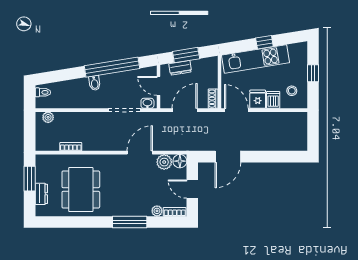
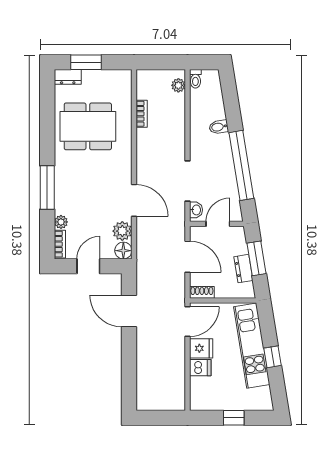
dresser: (180, 68) -> (243, 269), moved
bidet: (95, 83) -> (219, 127), moved
stool: (292, 91) -> (212, 391), removed
toilet: (43, 92) -> (195, 79), moved
window: (30, 179) -> (86, 62), moved
dresser: (41, 194) -> (68, 77), moved

